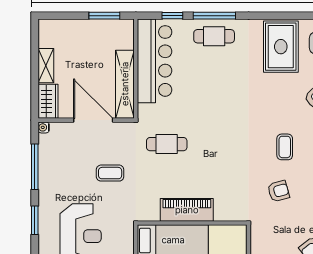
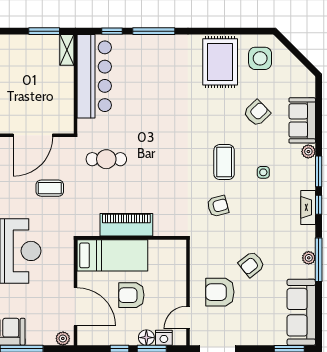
cafe table: (214, 36) -> (154, 52), removed
shelving: (125, 84) -> (67, 50), moved, width x0.45, depth x0.75
door: (93, 120) -> (33, 135), swing flipped
coffee table: (285, 147) -> (224, 162), width x1.36, depth x1.30

